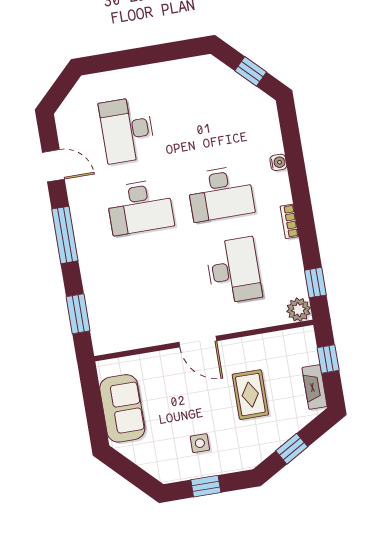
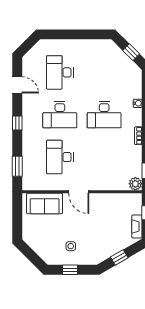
window: (65, 235) -> (17, 123), width x0.46
desk: (234, 271) -> (60, 157), moved, turned 180
rug: (250, 395) -> (102, 225), removed
sofa: (122, 408) -> (45, 203), moved, turned 90

